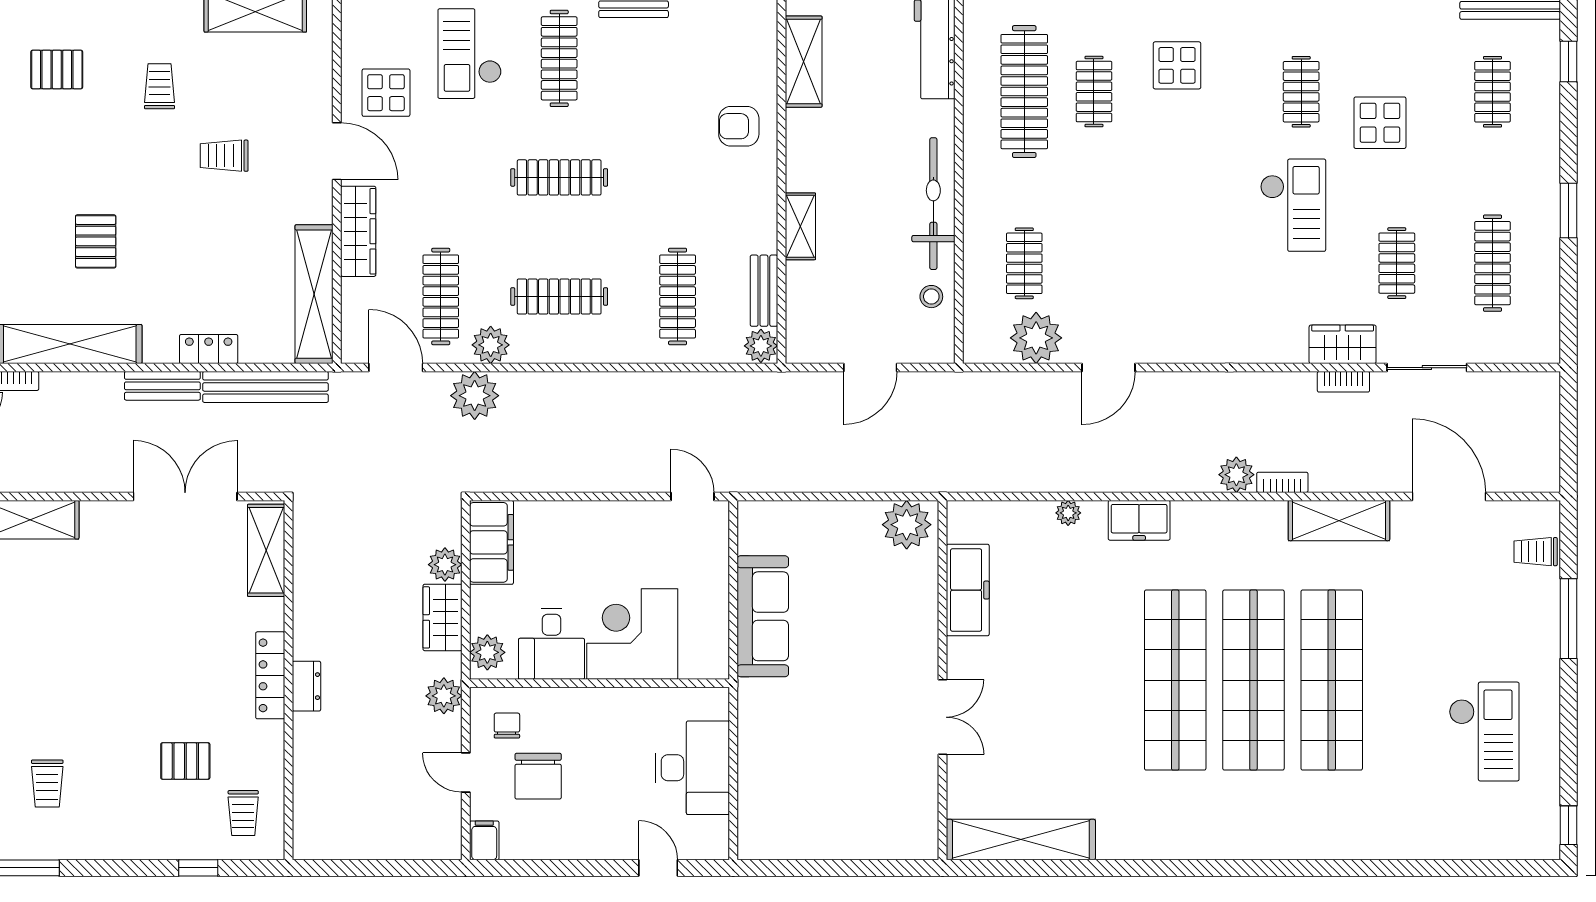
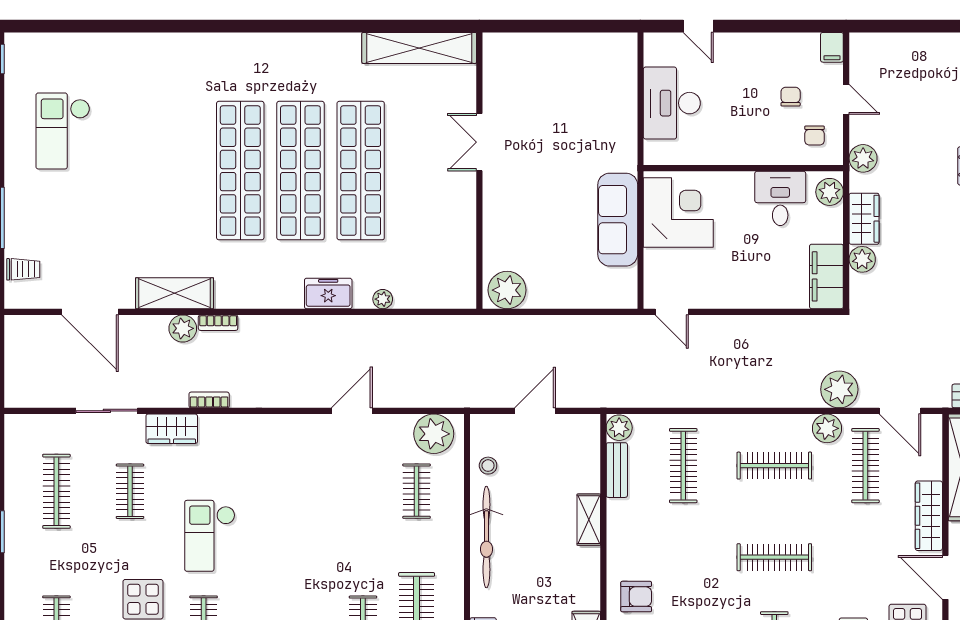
plant: (1036, 338) -> (434, 434), moved
bookcase: (1343, 382) -> (209, 400), moved
plant: (1236, 475) -> (183, 328), moved
freezer: (968, 590) -> (460, 240), removed
corner desk: (632, 634) -> (678, 212), moved, turned -90
shop shelf: (1332, 680) -> (361, 171), moved
chair: (538, 776) -> (791, 97), width x0.54, depth x0.54

